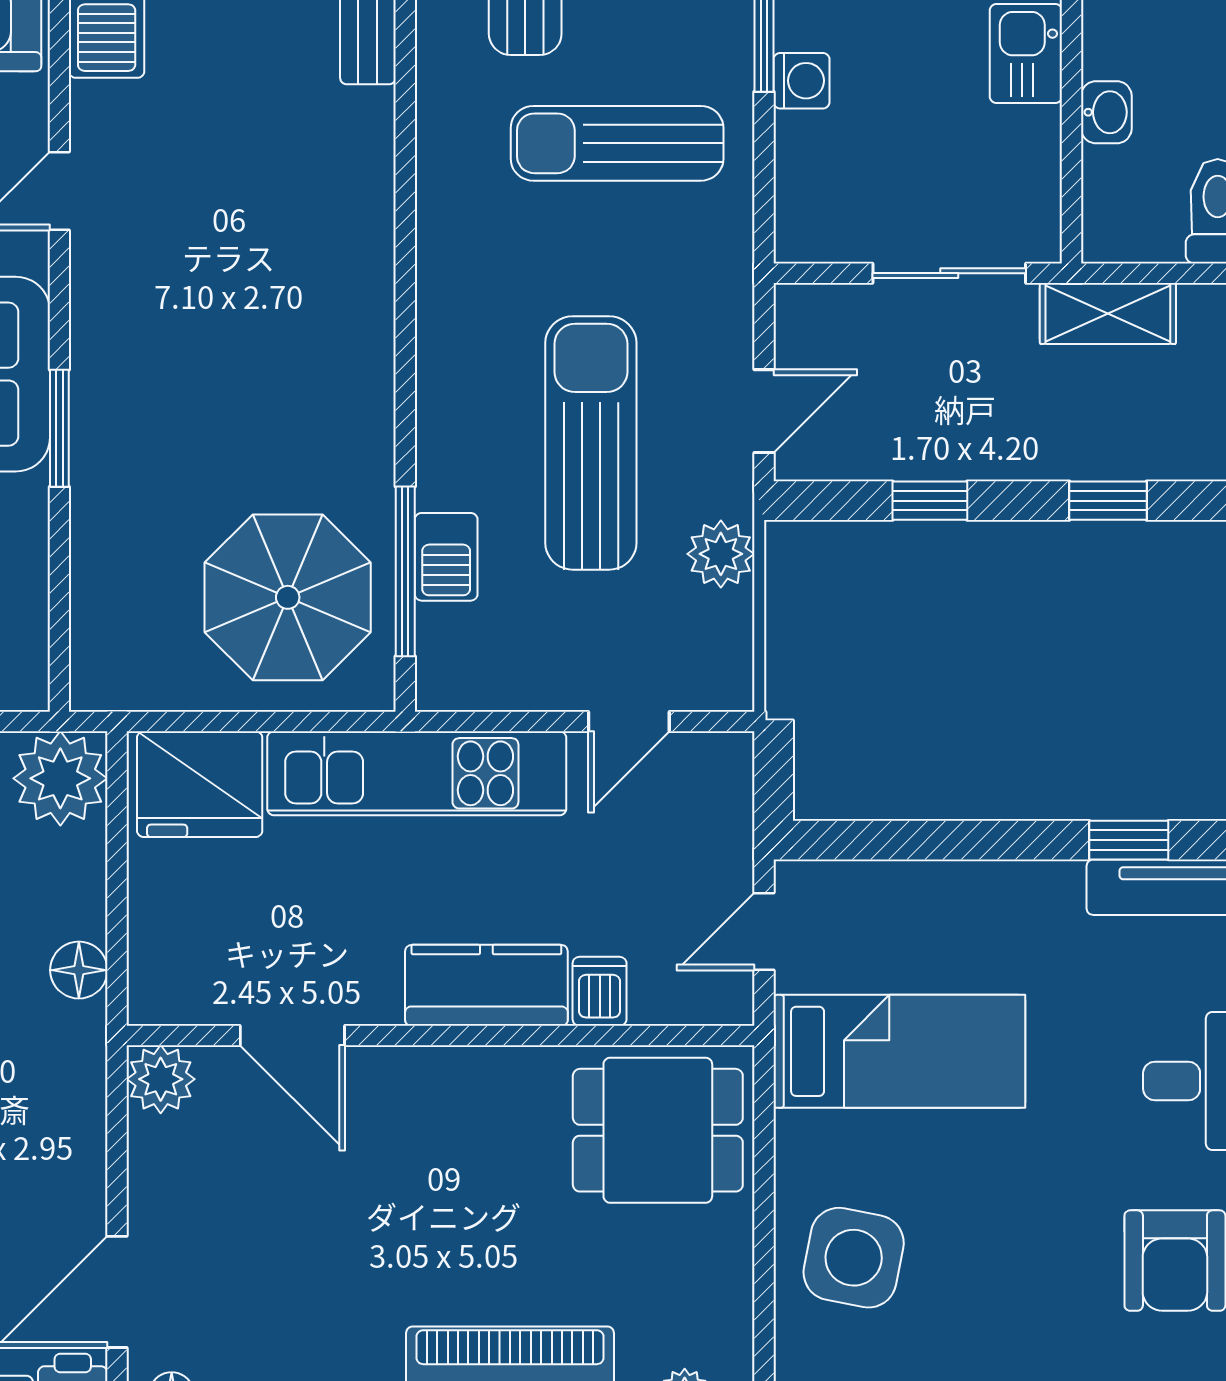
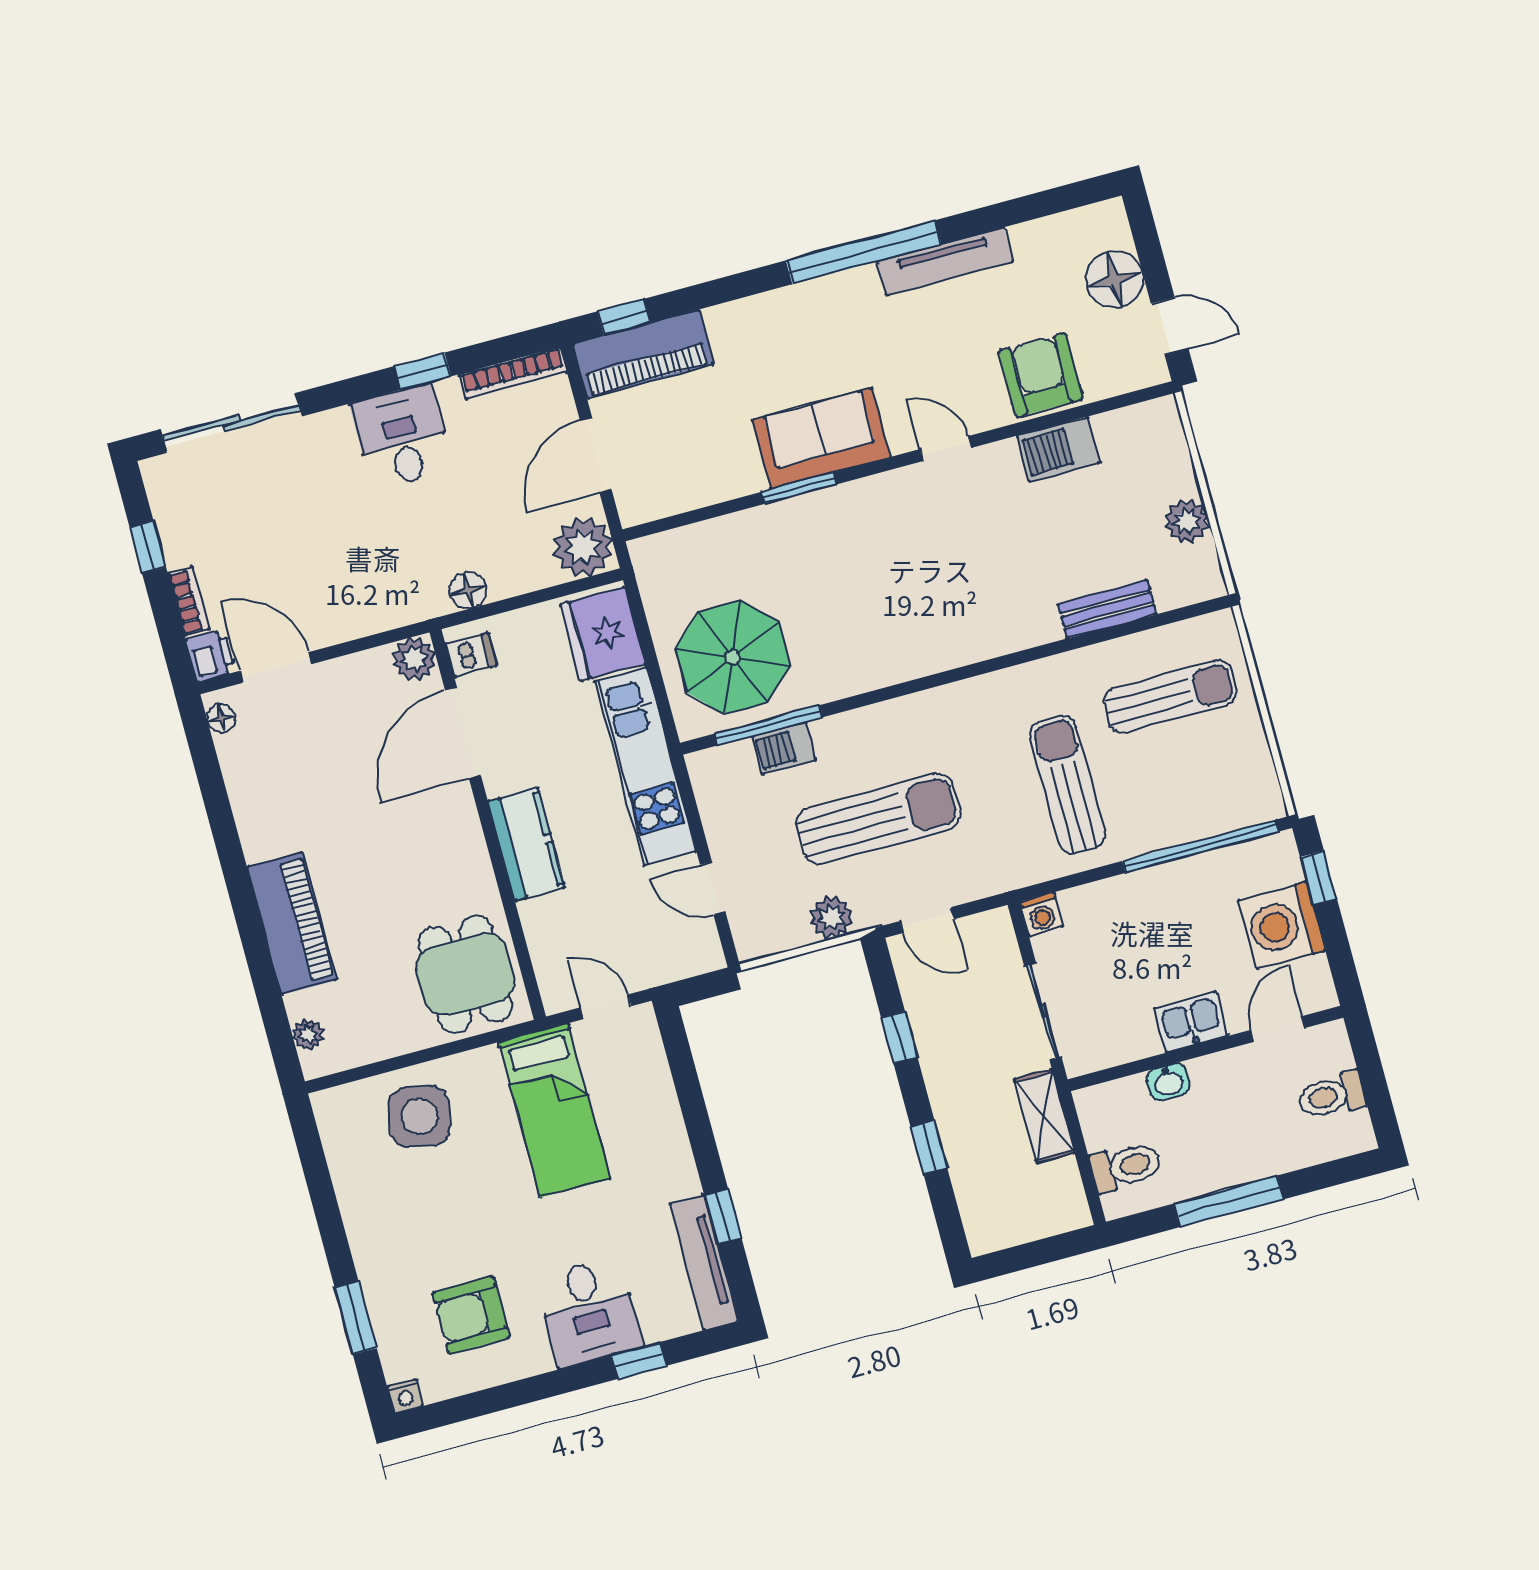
washing machine: (802, 81) -> (1041, 914), moved
dishwasher: (600, 991) -> (471, 655), moved
door: (292, 1035) -> (463, 733), width x1.36

